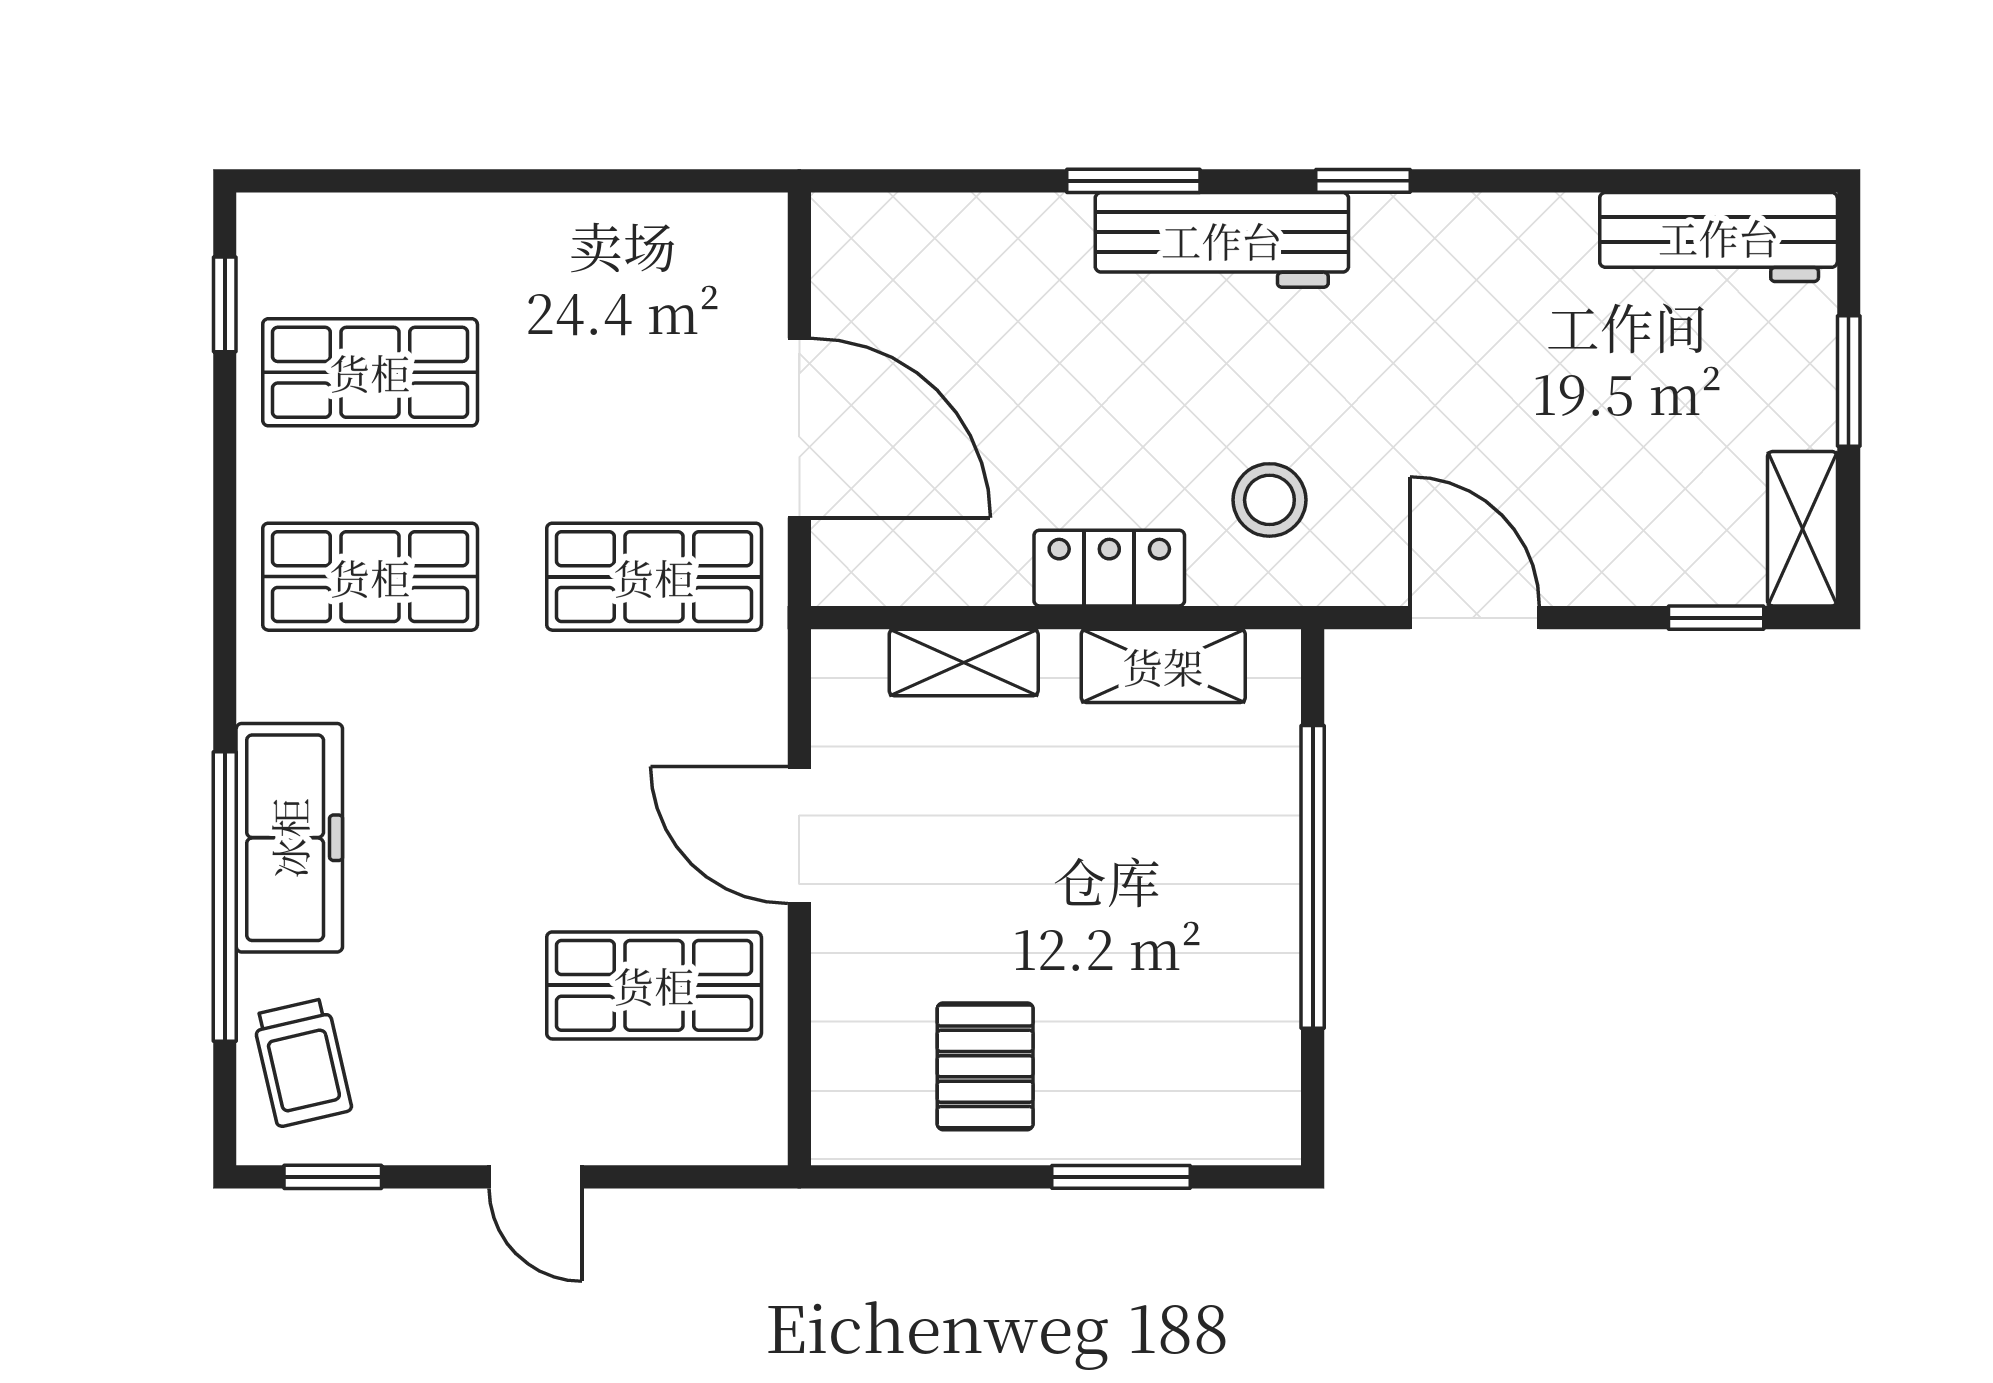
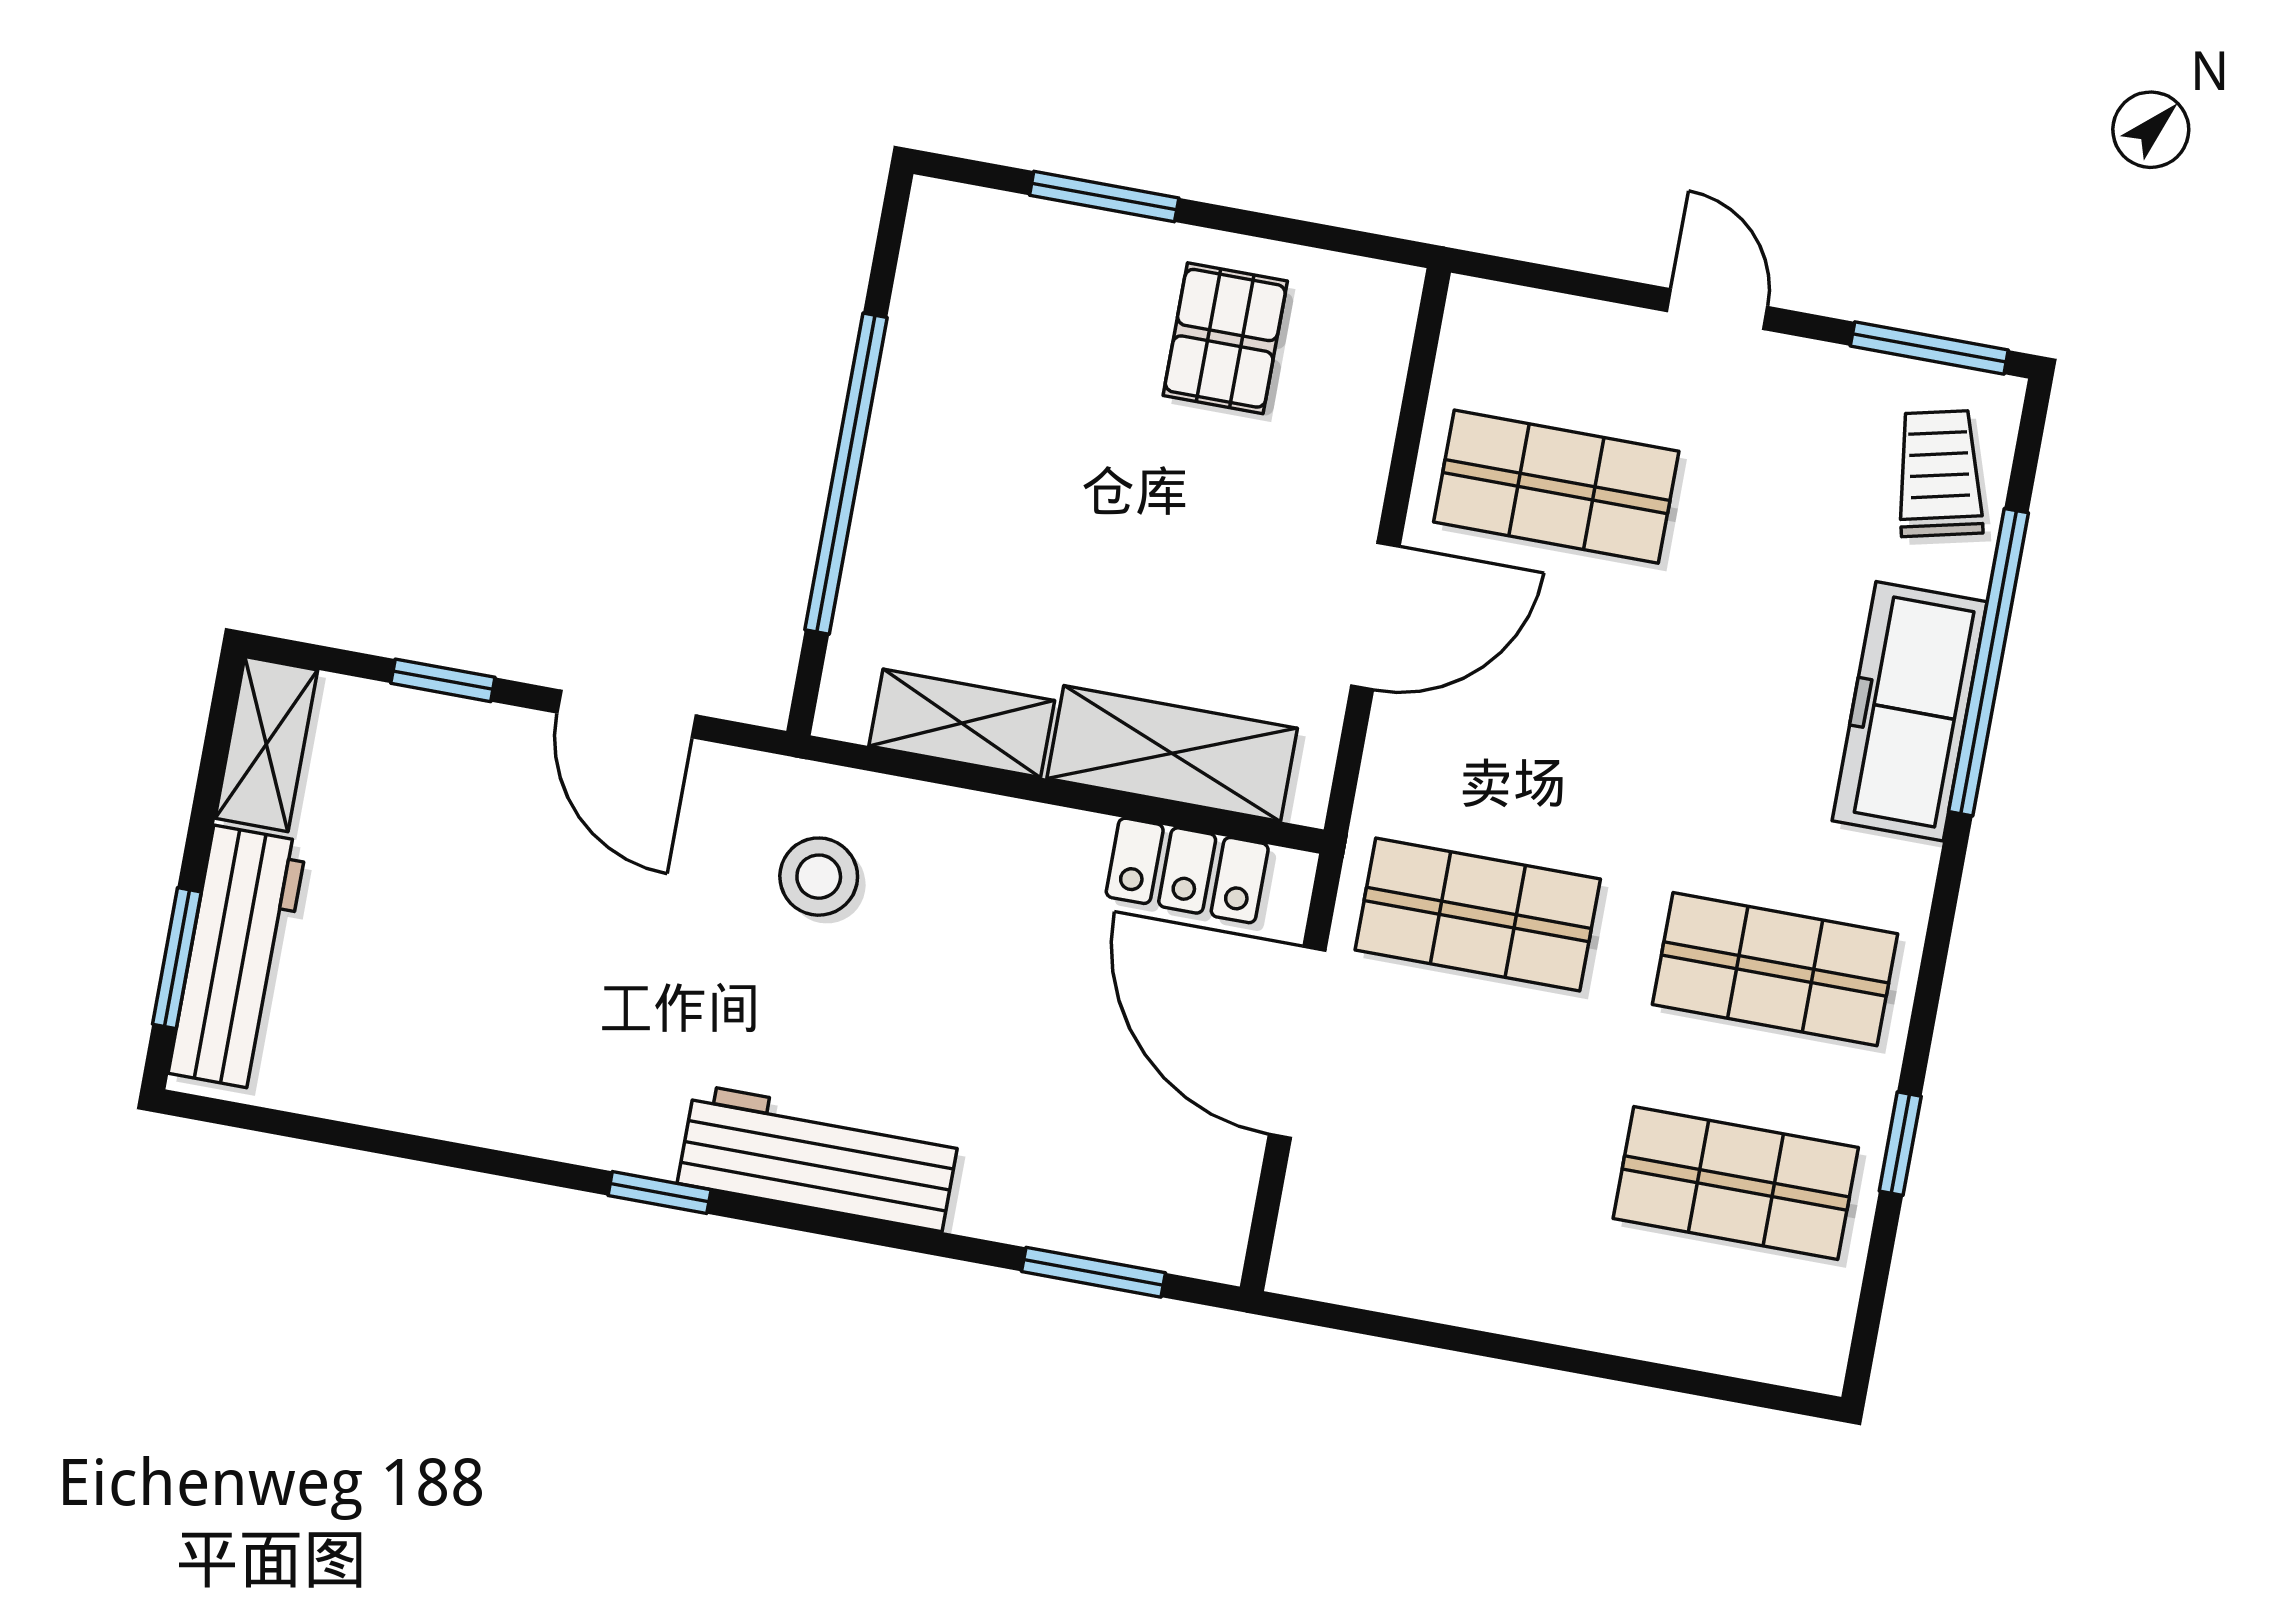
window: (1133, 181) -> (1094, 1272), moved
workbench: (1719, 237) -> (238, 958), moved, turned 90
window: (225, 304) -> (1900, 1144), moved
window: (1849, 381) -> (177, 958), moved
locker: (1109, 568) -> (1187, 870), moved
window: (1716, 618) -> (443, 680), moved
shelving: (964, 663) -> (1172, 753), width x1.50, depth x1.33
door: (799, 835) -> (1375, 616), hinge flipped
window: (333, 1177) -> (1929, 348), width x1.50

